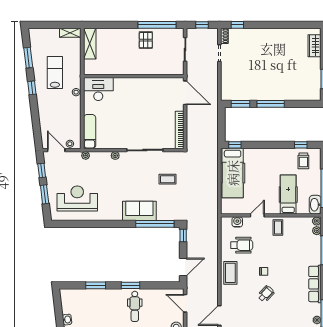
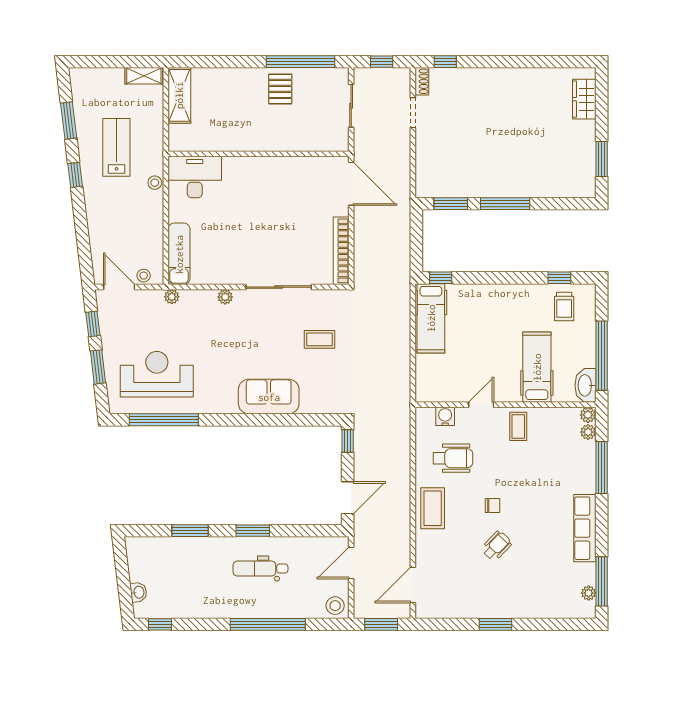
hospital bed: (233, 173) -> (431, 318), width x0.73, depth x0.78
window: (155, 224) -> (164, 420), moved
door: (185, 303) -> (351, 563), hinge flipped
dental chair: (135, 306) -> (260, 569), turned 90

